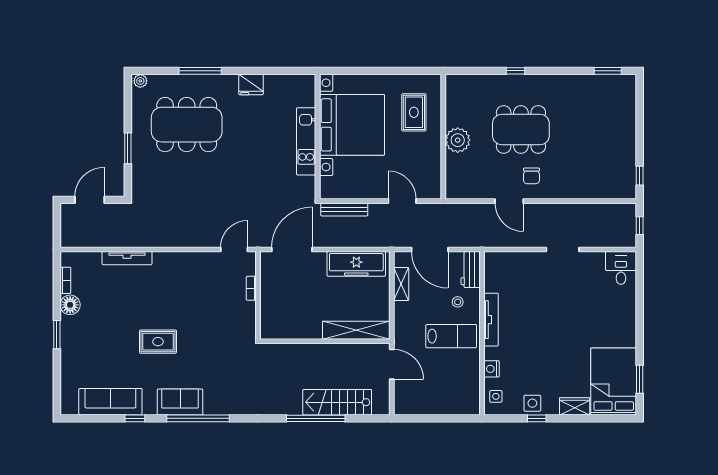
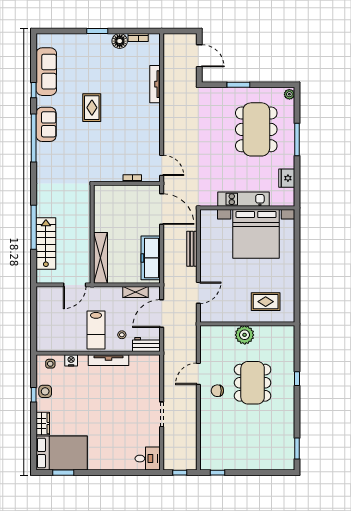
bed with nightstands: (352, 125) -> (256, 234), moved
wall: (318, 137) -> (247, 208), moved
kitchen unit: (306, 141) -> (244, 199), moved

